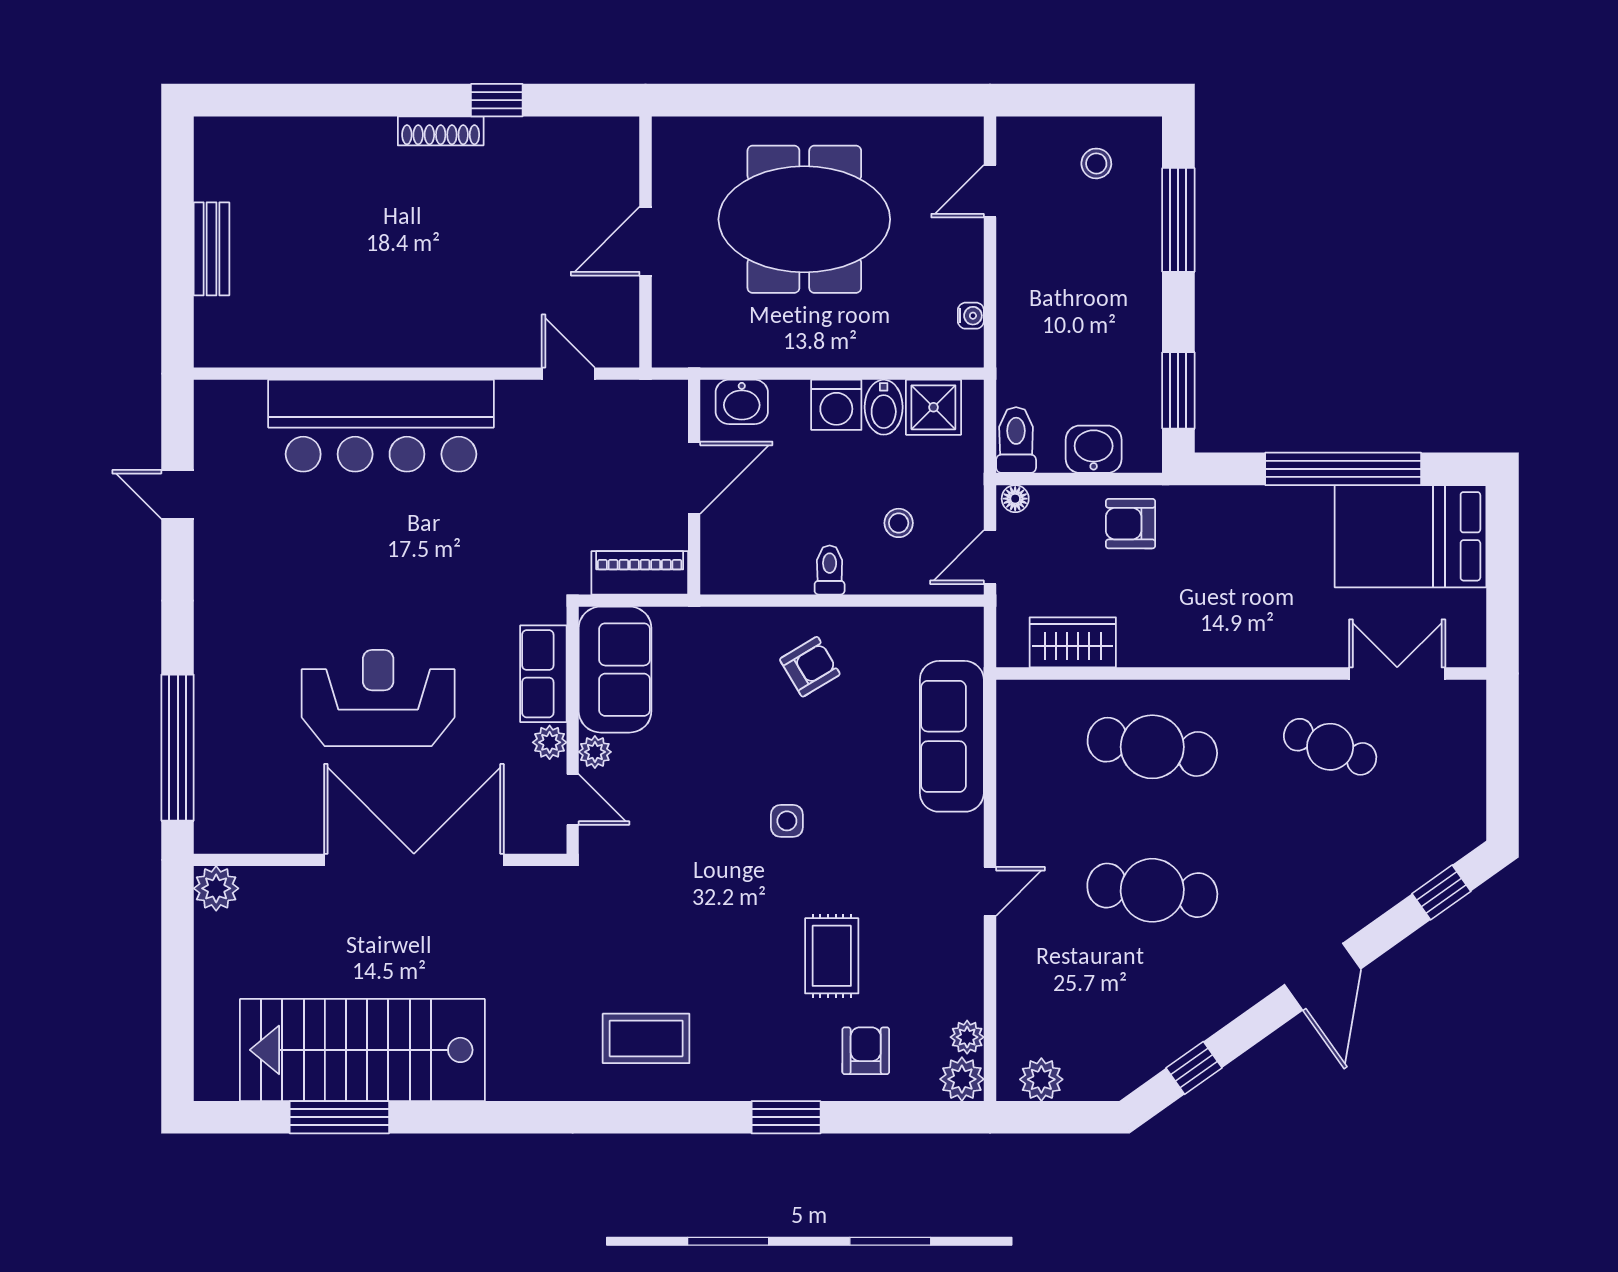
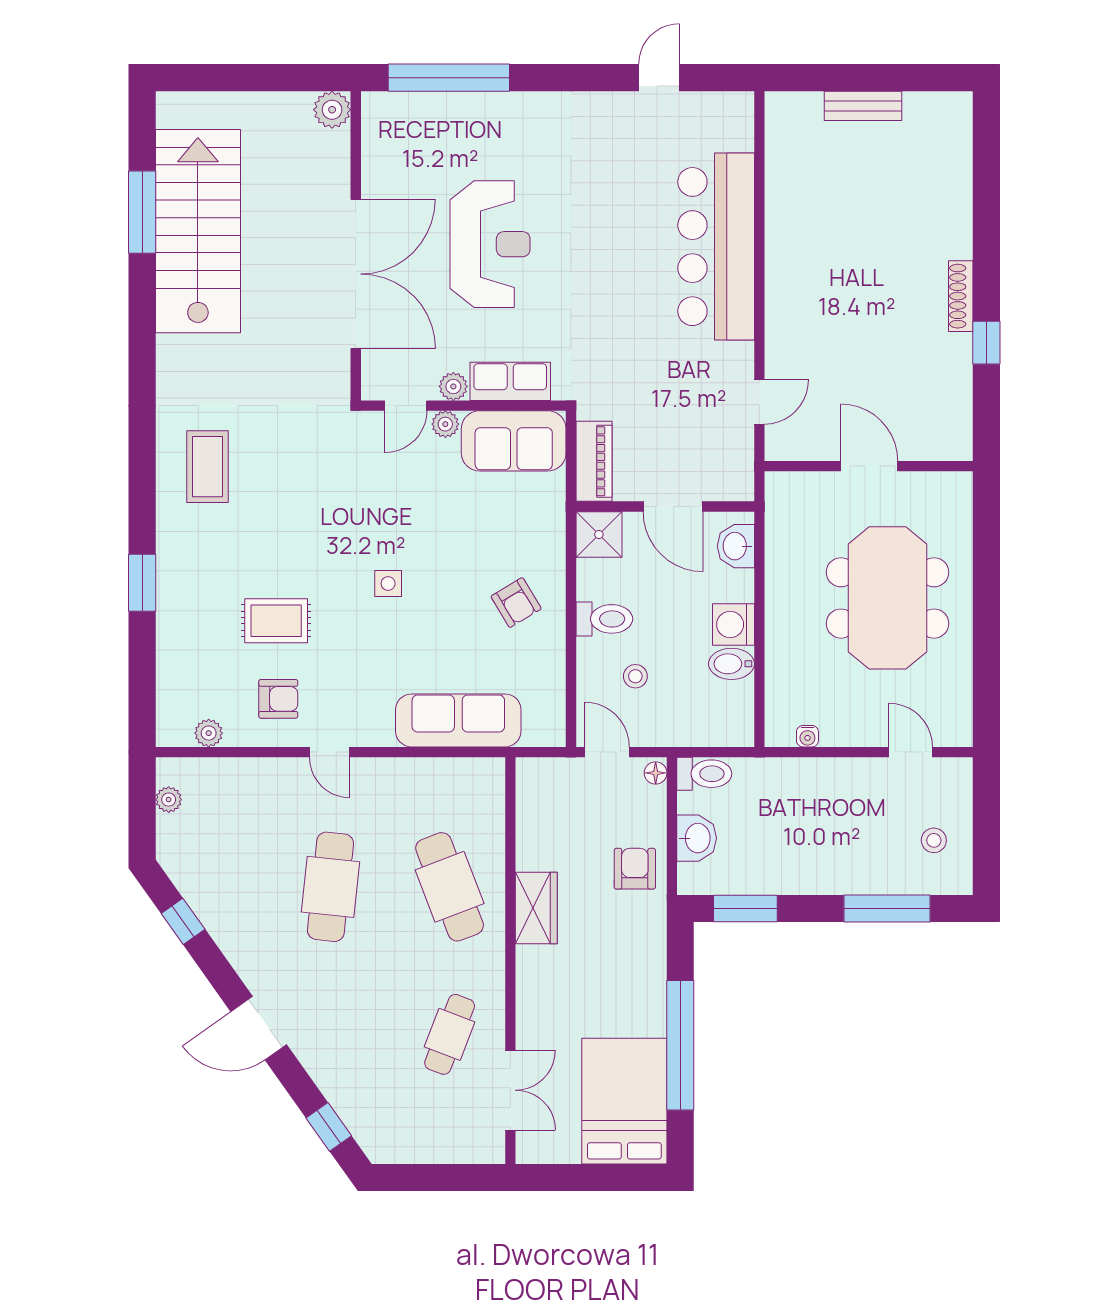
shower: (933, 407) -> (599, 534), moved
toilet: (830, 570) -> (604, 619), width x1.37, depth x1.39
wardrobe: (1073, 642) -> (536, 908), moved
cafe table: (1152, 747) -> (450, 887), turned -30
armchair: (866, 1051) -> (278, 699), moved
plant: (962, 1079) -> (174, 729), removed
plant: (1041, 1079) -> (169, 800), width x0.73, depth x0.73

